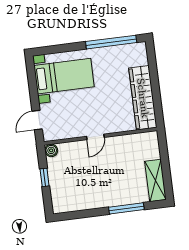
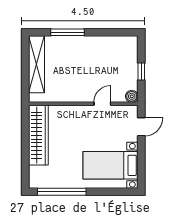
door: (95, 137) -> (102, 104), moved
shelving: (155, 180) -> (37, 64), width x1.47

